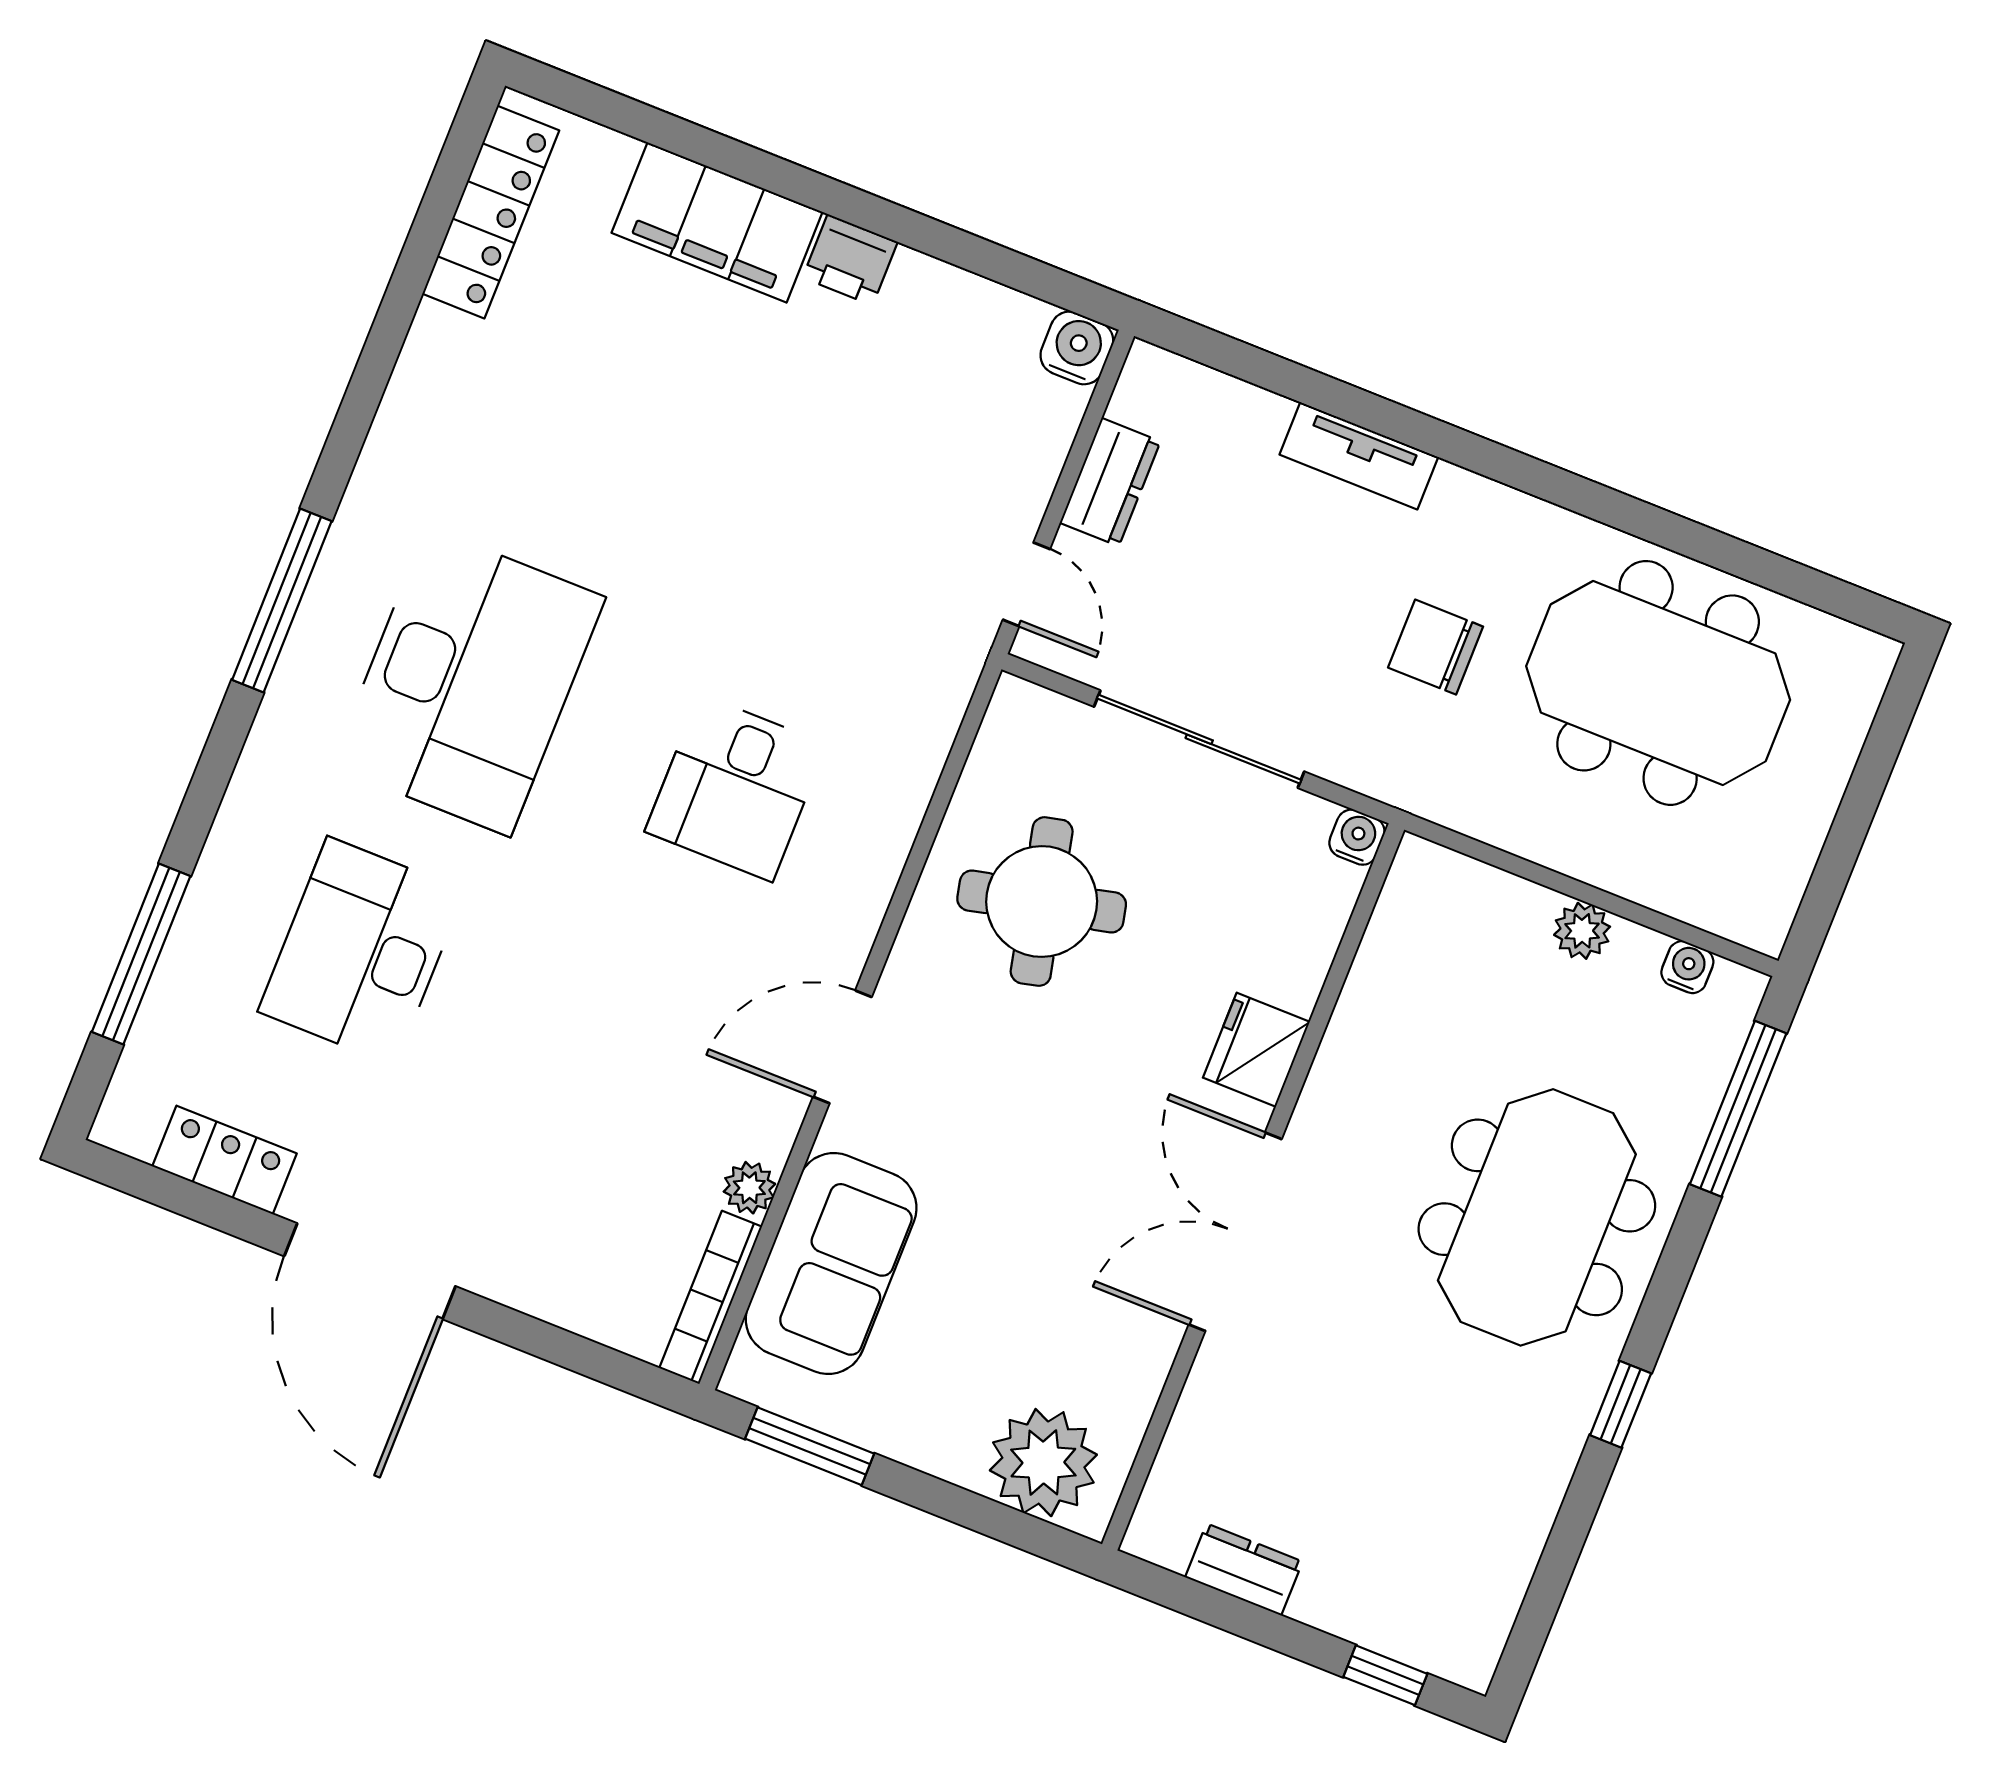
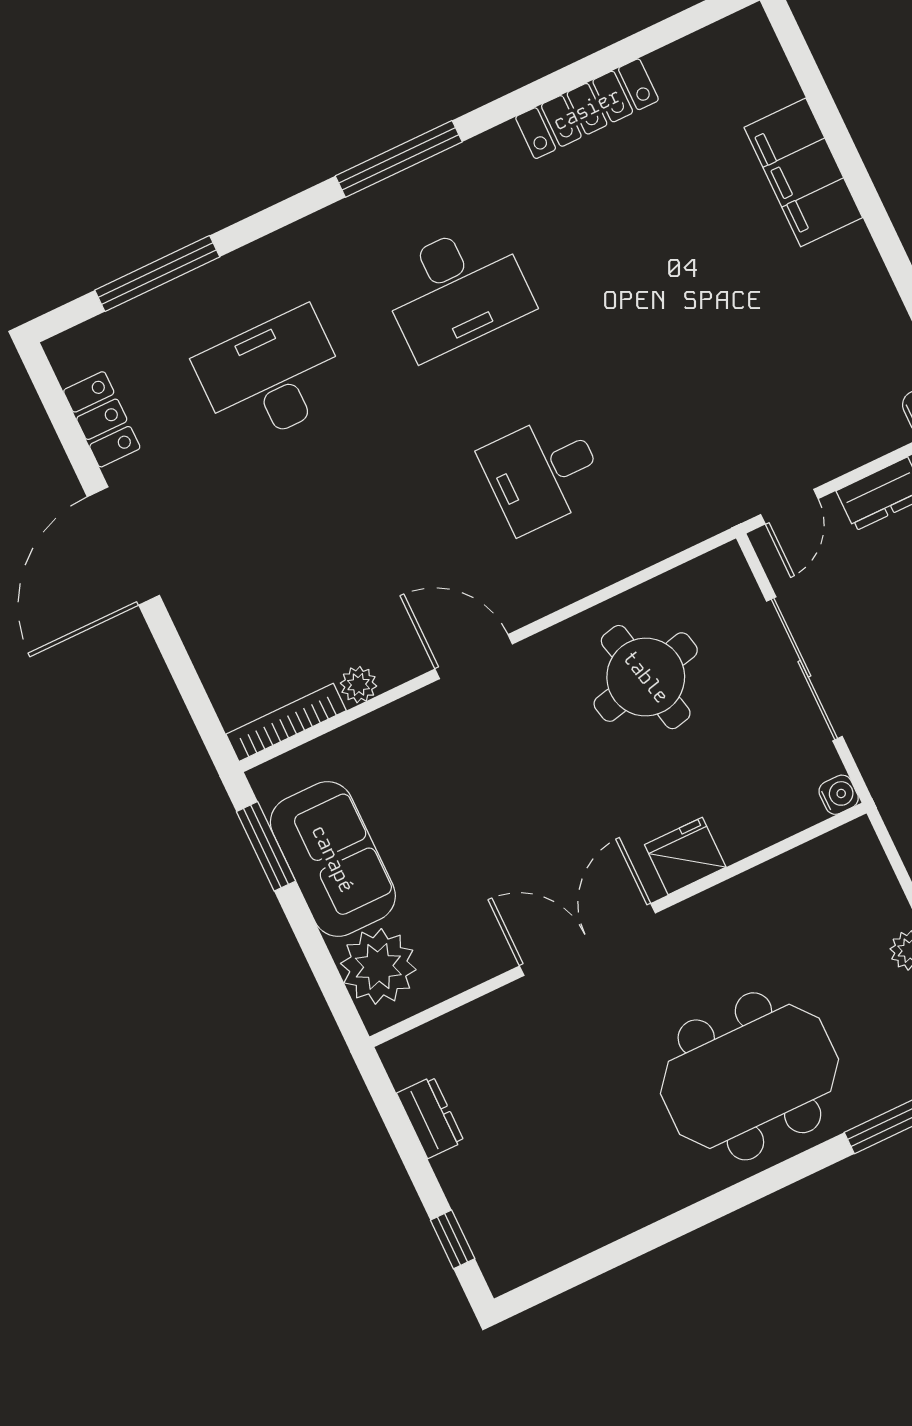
locker: (491, 212) -> (587, 109), moved
printer: (850, 260) -> (854, 255), removed
desk: (469, 682) -> (456, 290), width x0.73, depth x0.77
sofa: (831, 1263) -> (333, 859), moved, turned -90
window: (1621, 1404) -> (703, 1212), removed

